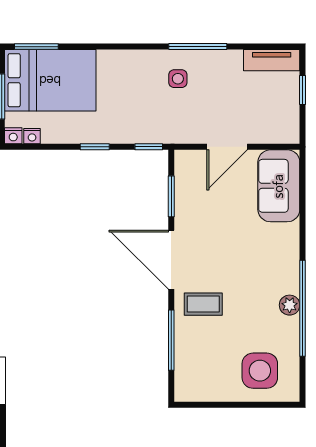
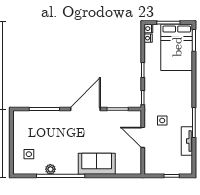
tv unit: (272, 60) -> (187, 141), moved
side table: (178, 79) -> (162, 120), moved
sofa: (279, 186) -> (97, 164), moved
coffee table: (203, 304) -> (63, 125), removed
plant: (290, 305) -> (50, 169), moved
side table: (260, 371) -> (29, 154), width x0.54, depth x0.54

